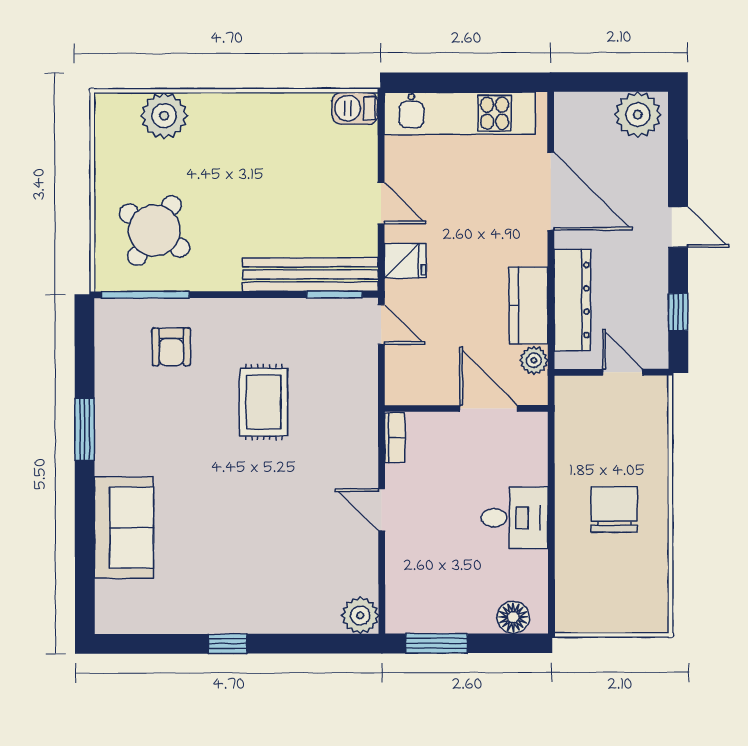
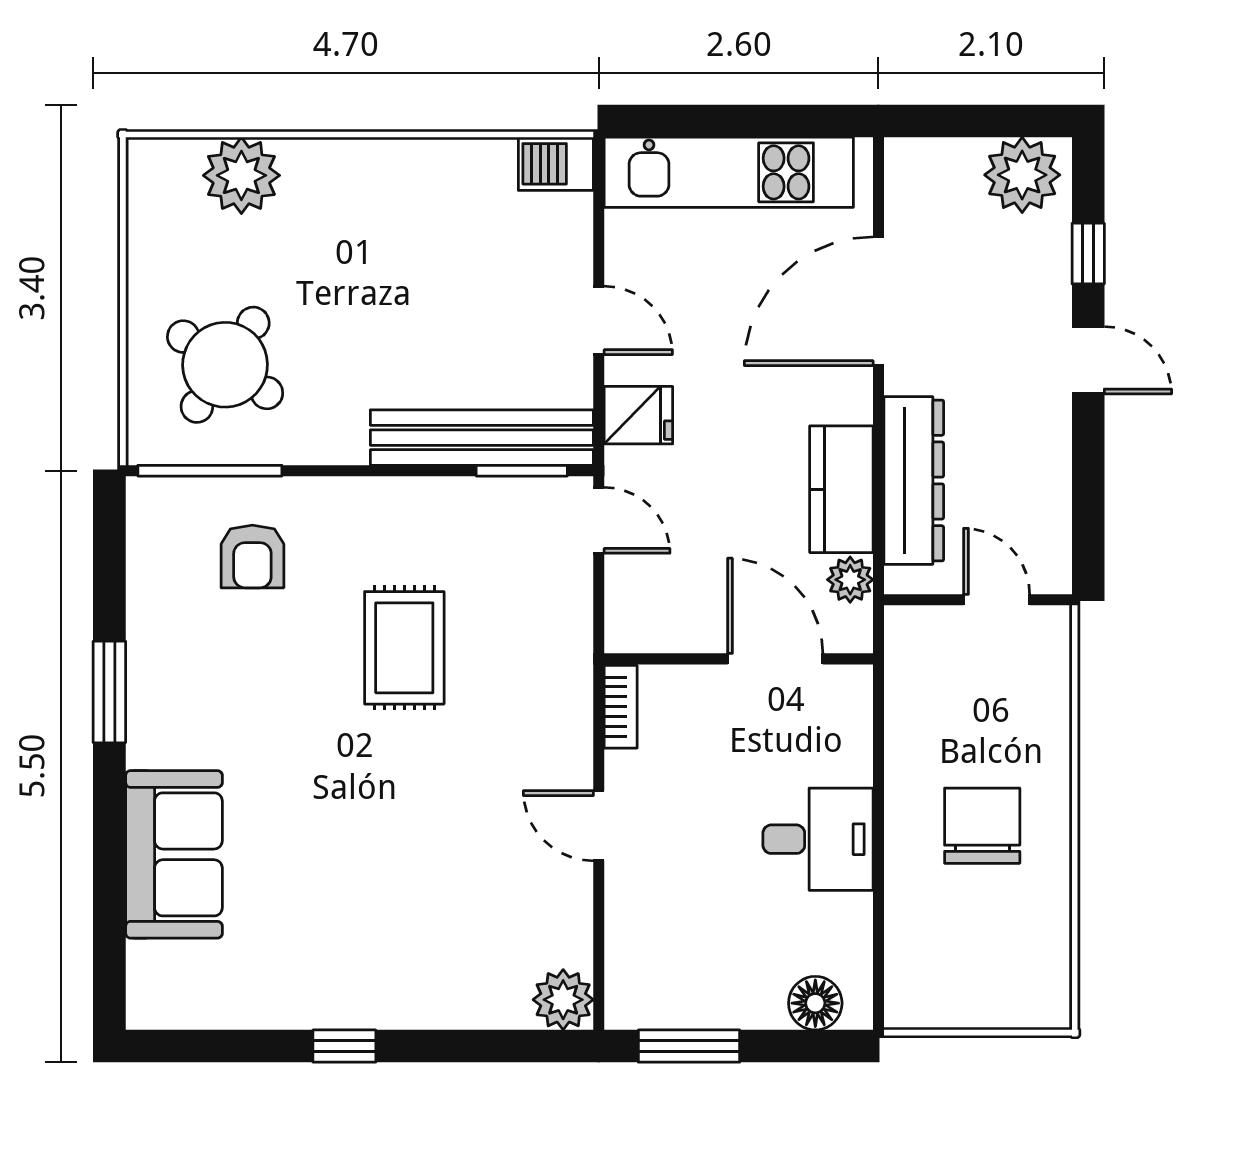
door: (551, 191) -> (878, 301), swing flipped
window: (678, 312) -> (1088, 254), moved

